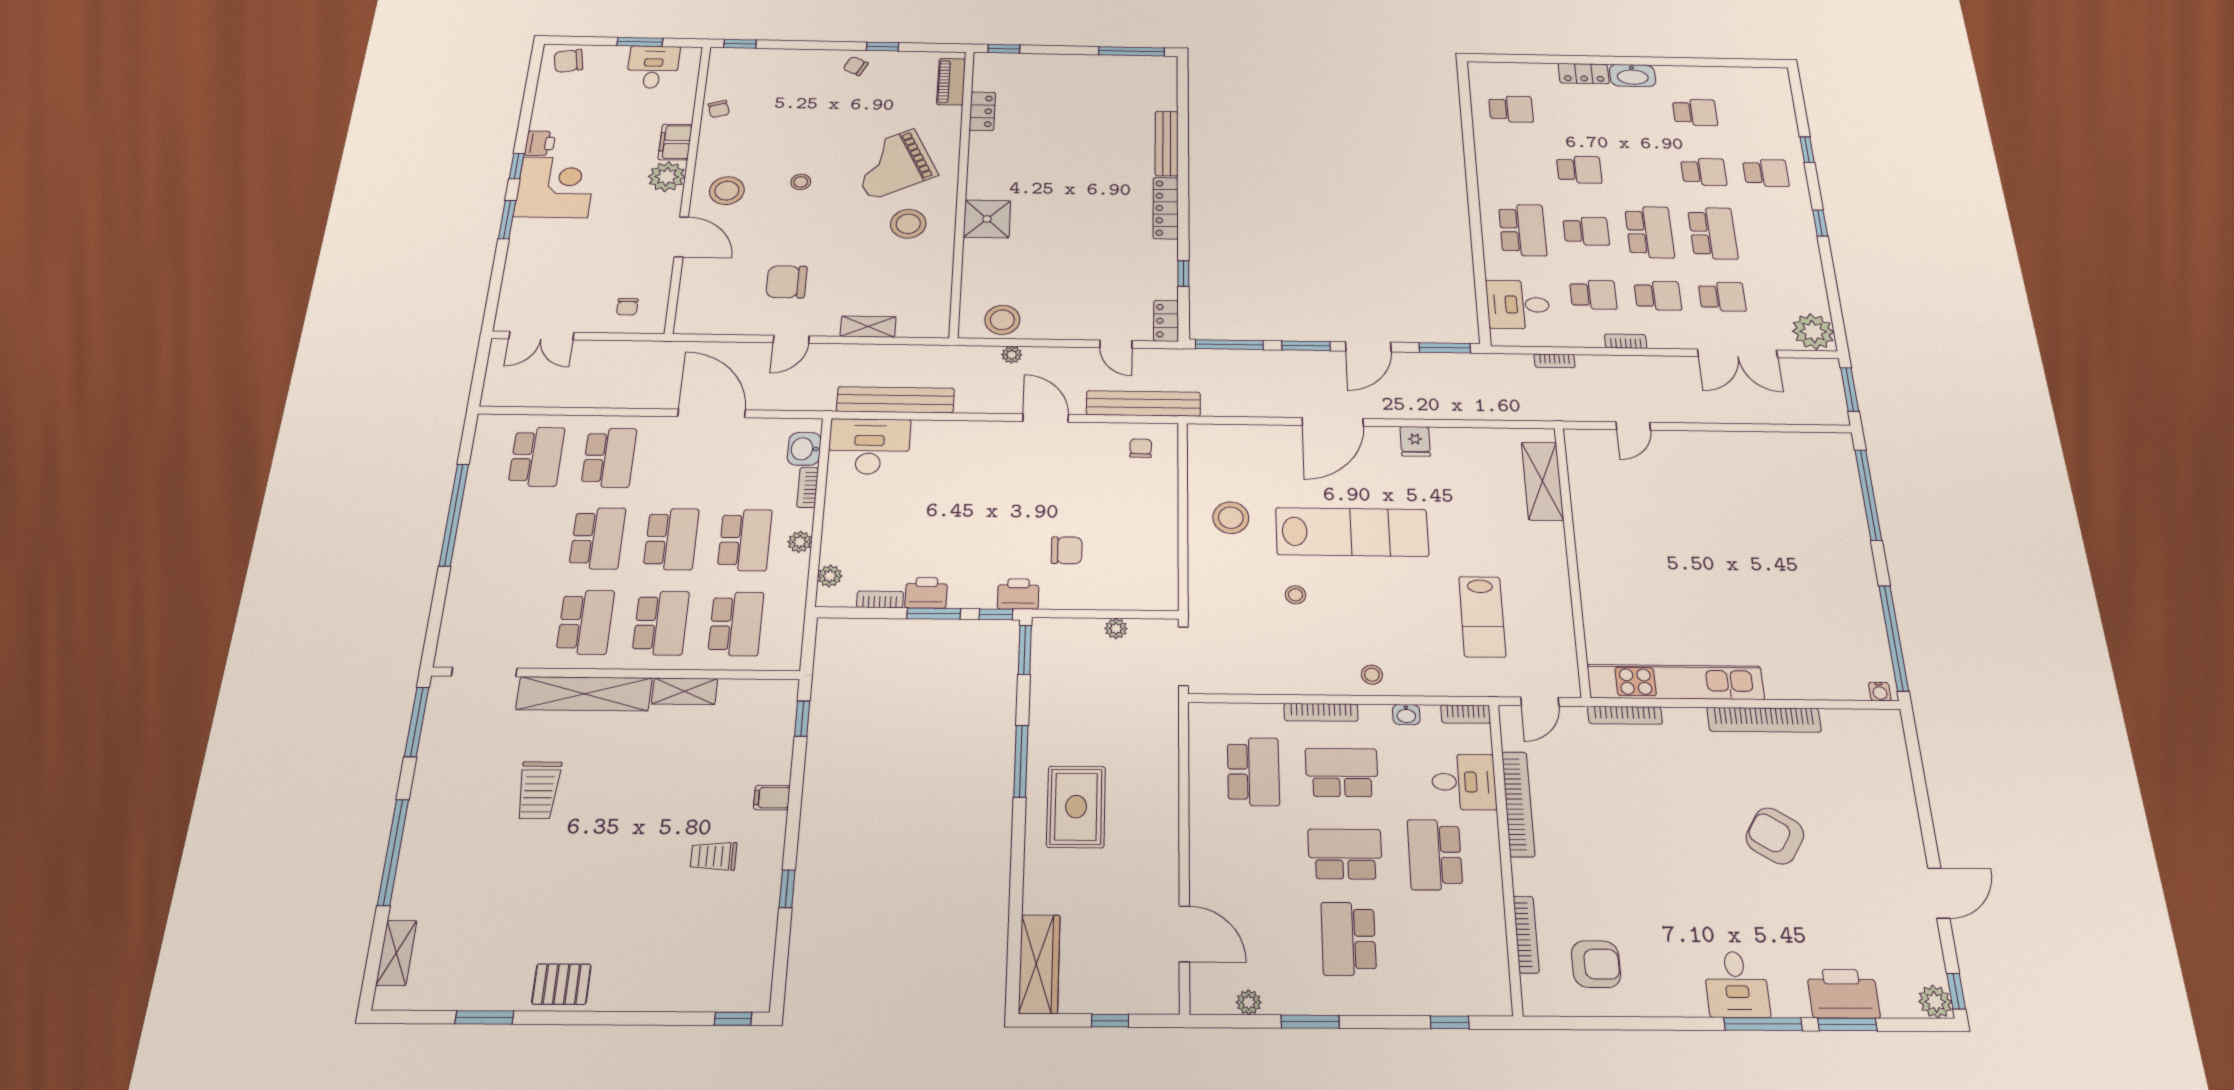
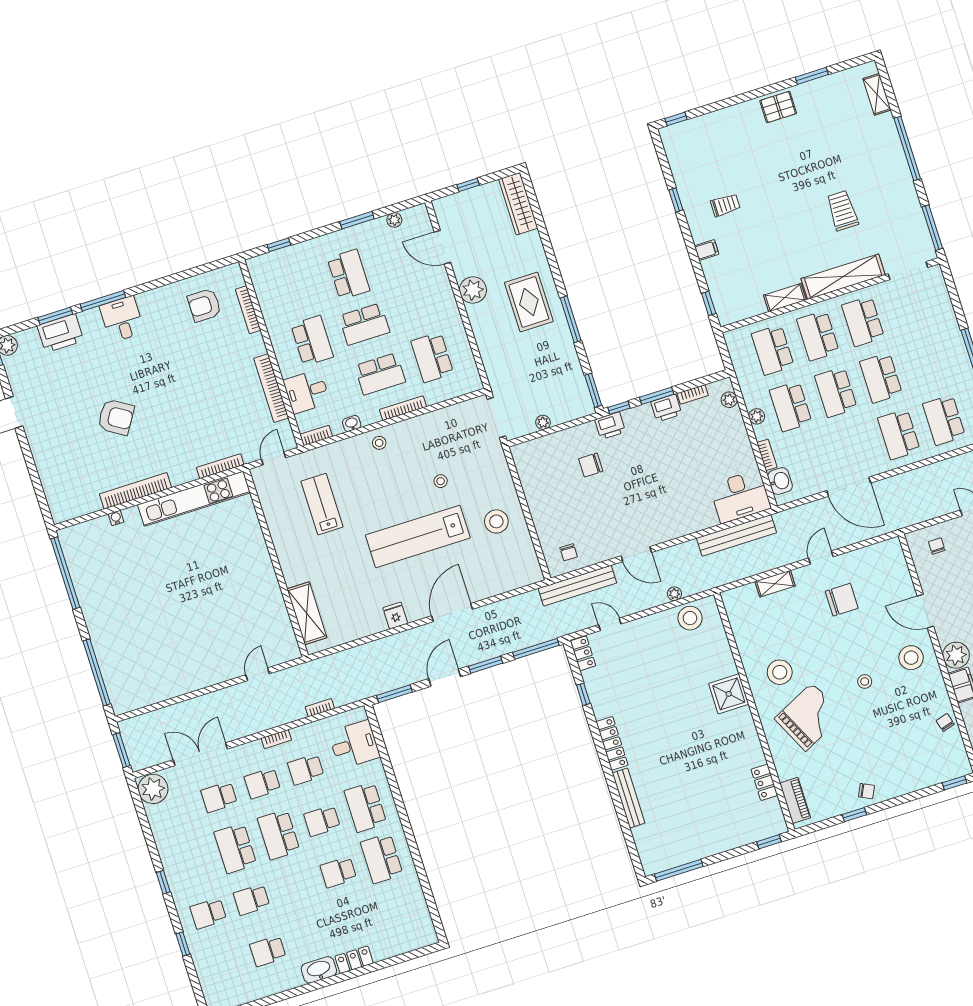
school desk: (1511, 109) -> (382, 858), moved, width x1.85
water cooler: (1880, 692) -> (116, 518), moved
plant: (1157, 852) -> (473, 290), added

